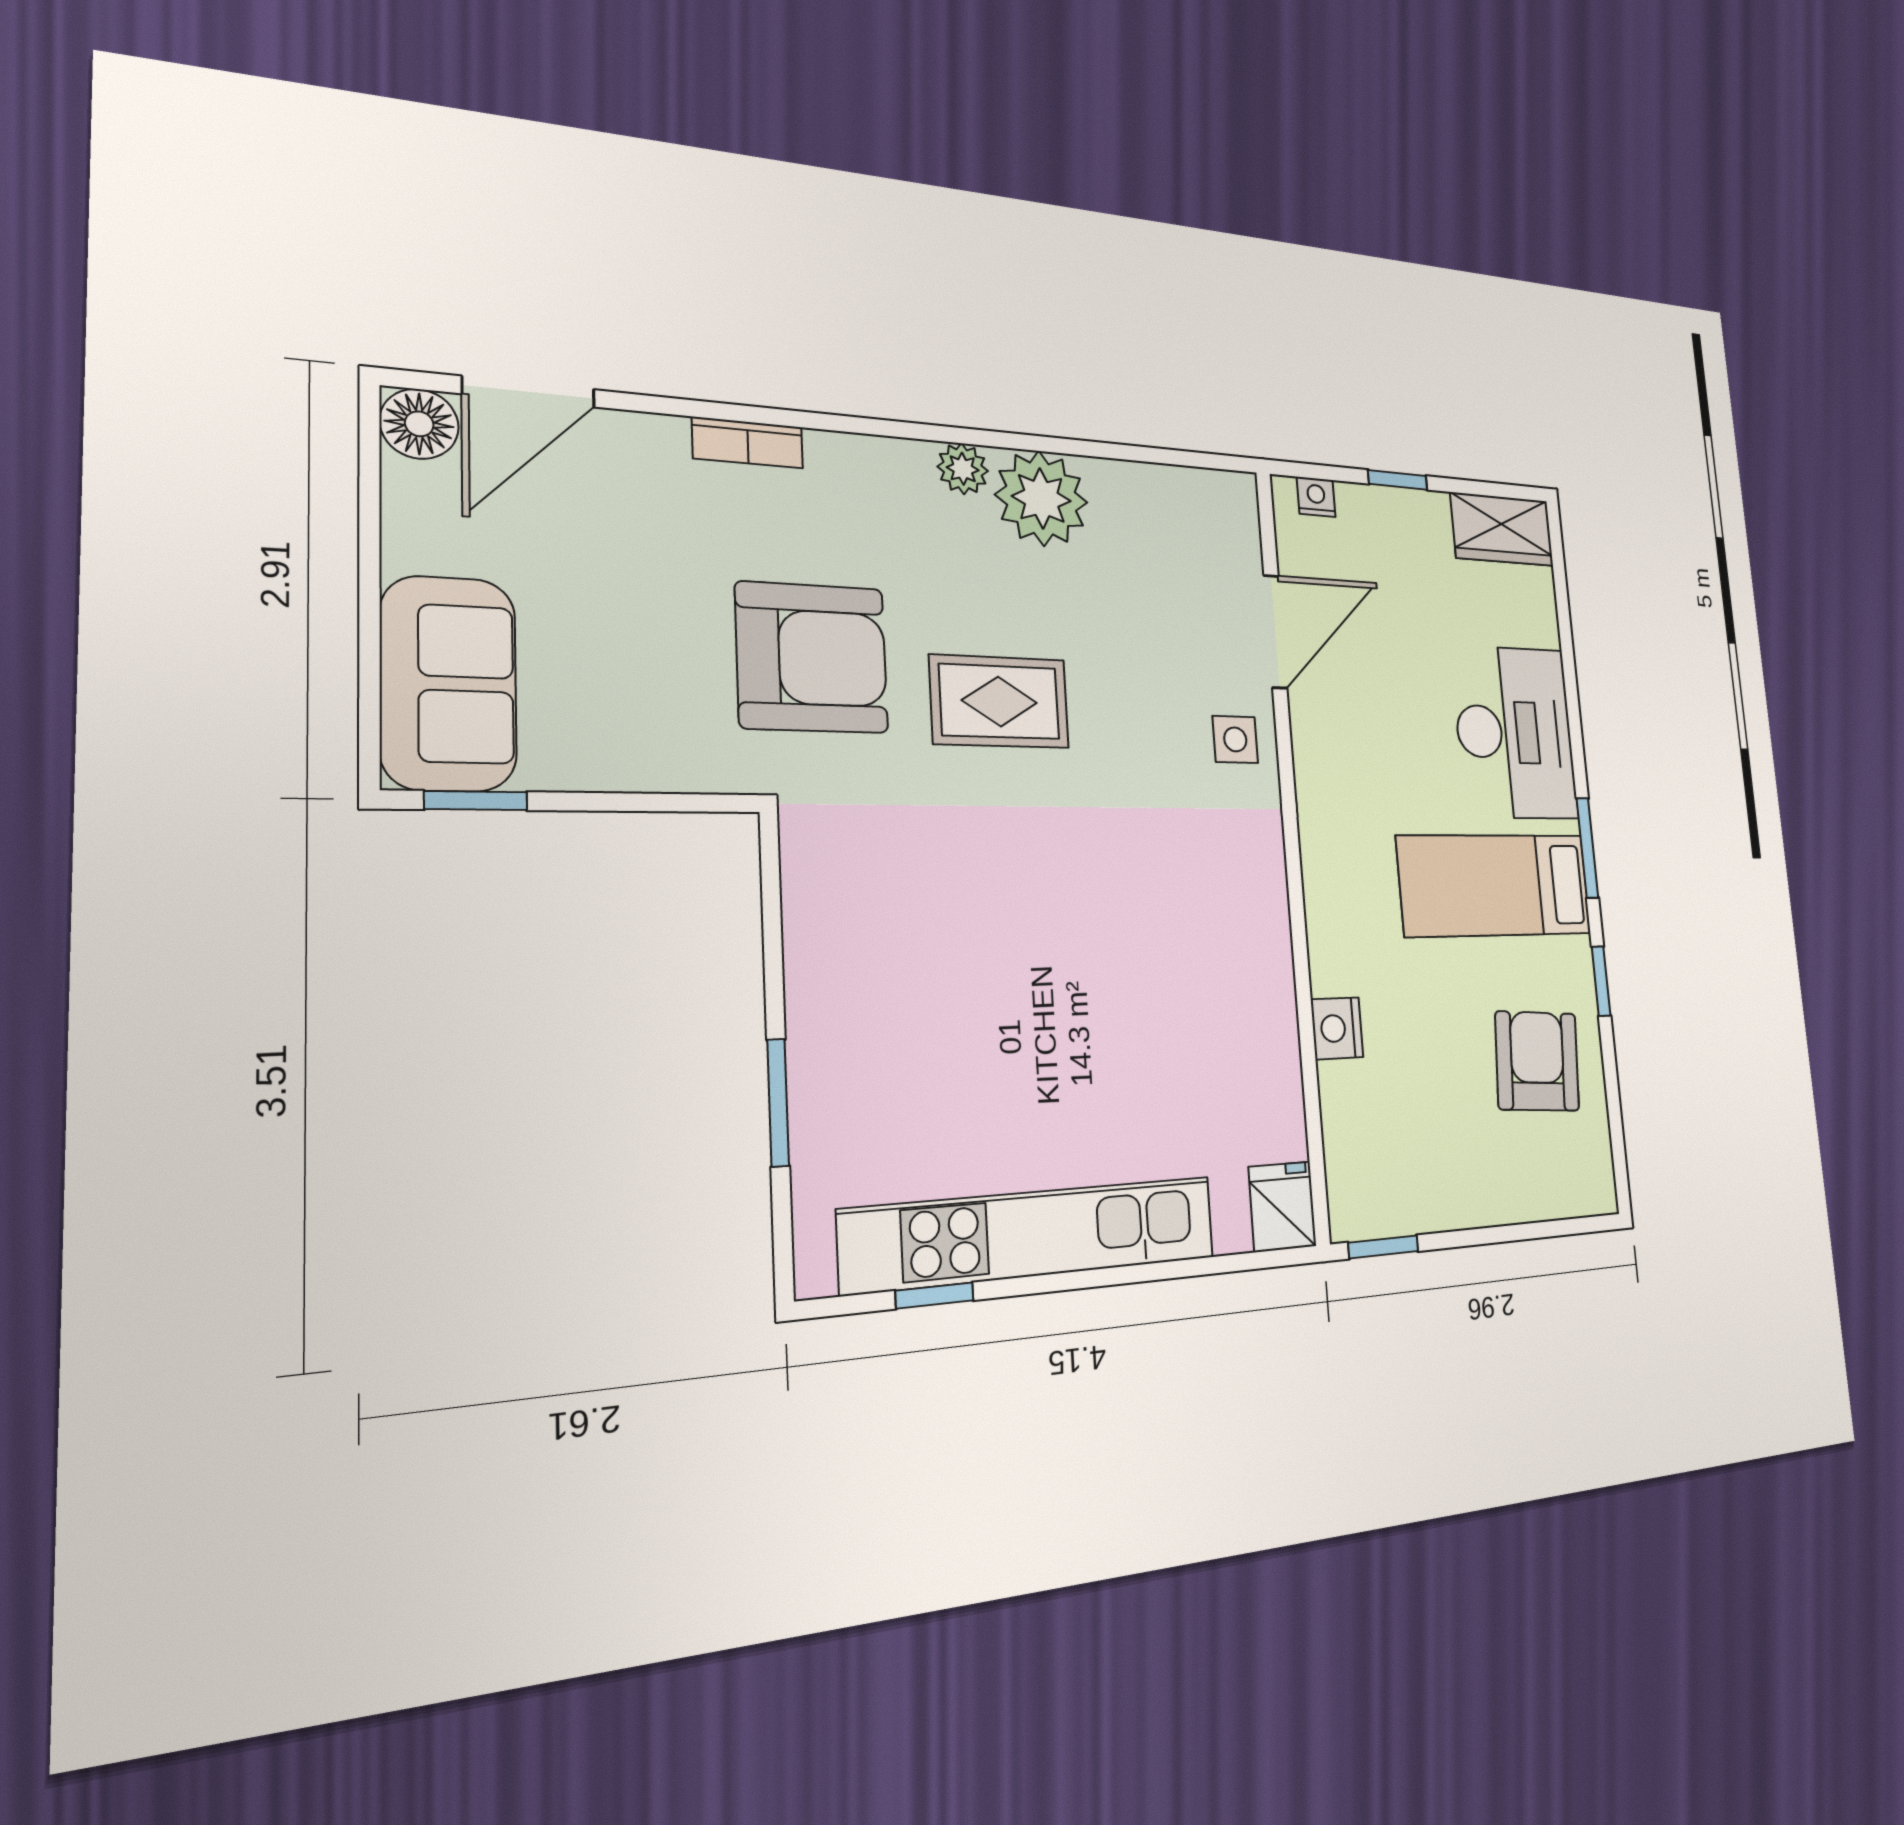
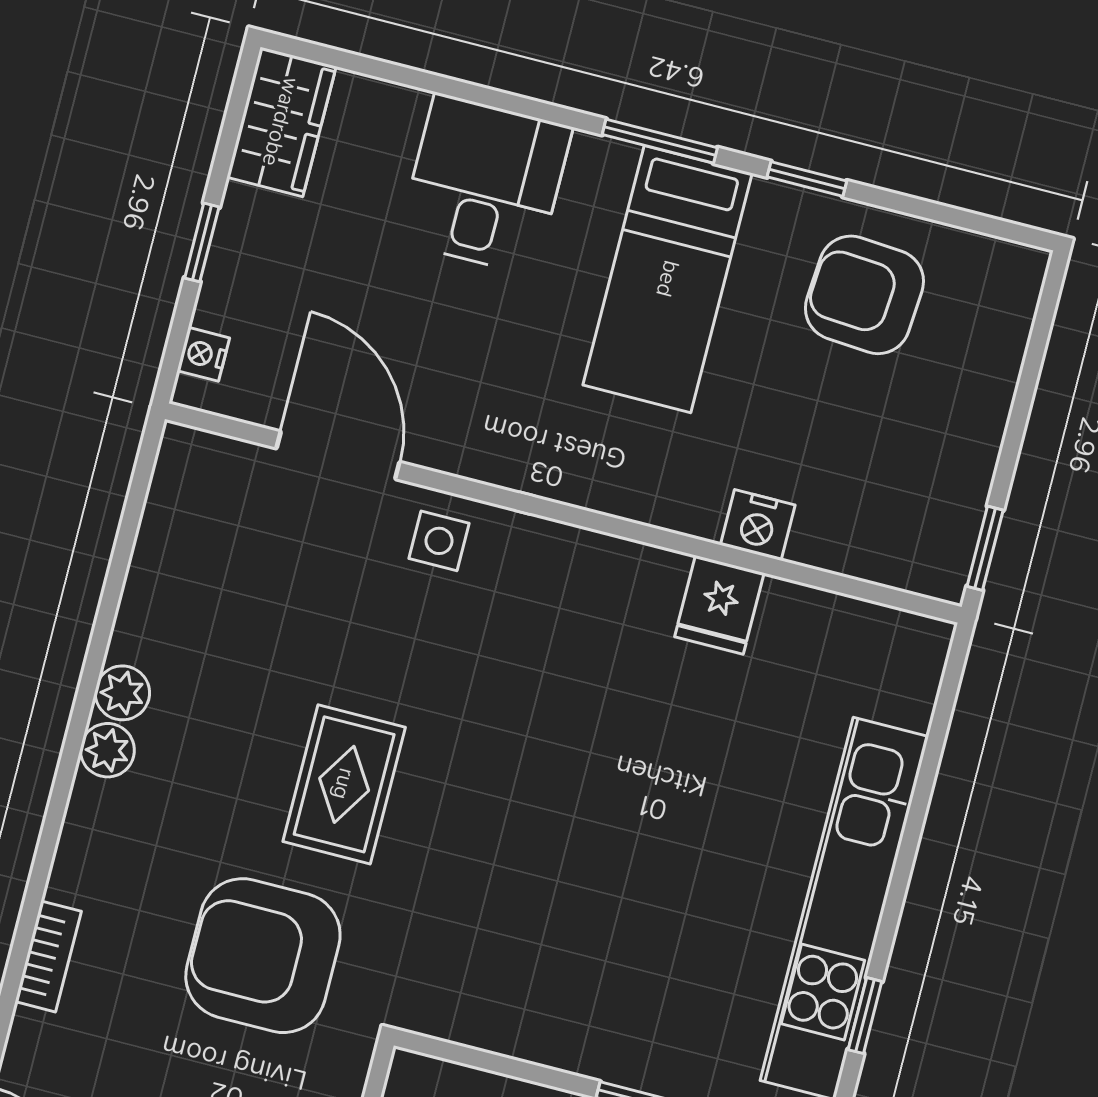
plant: (1041, 498) -> (122, 693), width x0.53, depth x0.53
armchair: (812, 658) -> (263, 956), turned -90
desk: (1515, 732) -> (485, 184), width x0.73
fridge: (1282, 1207) -> (719, 605), moved, turned -90

